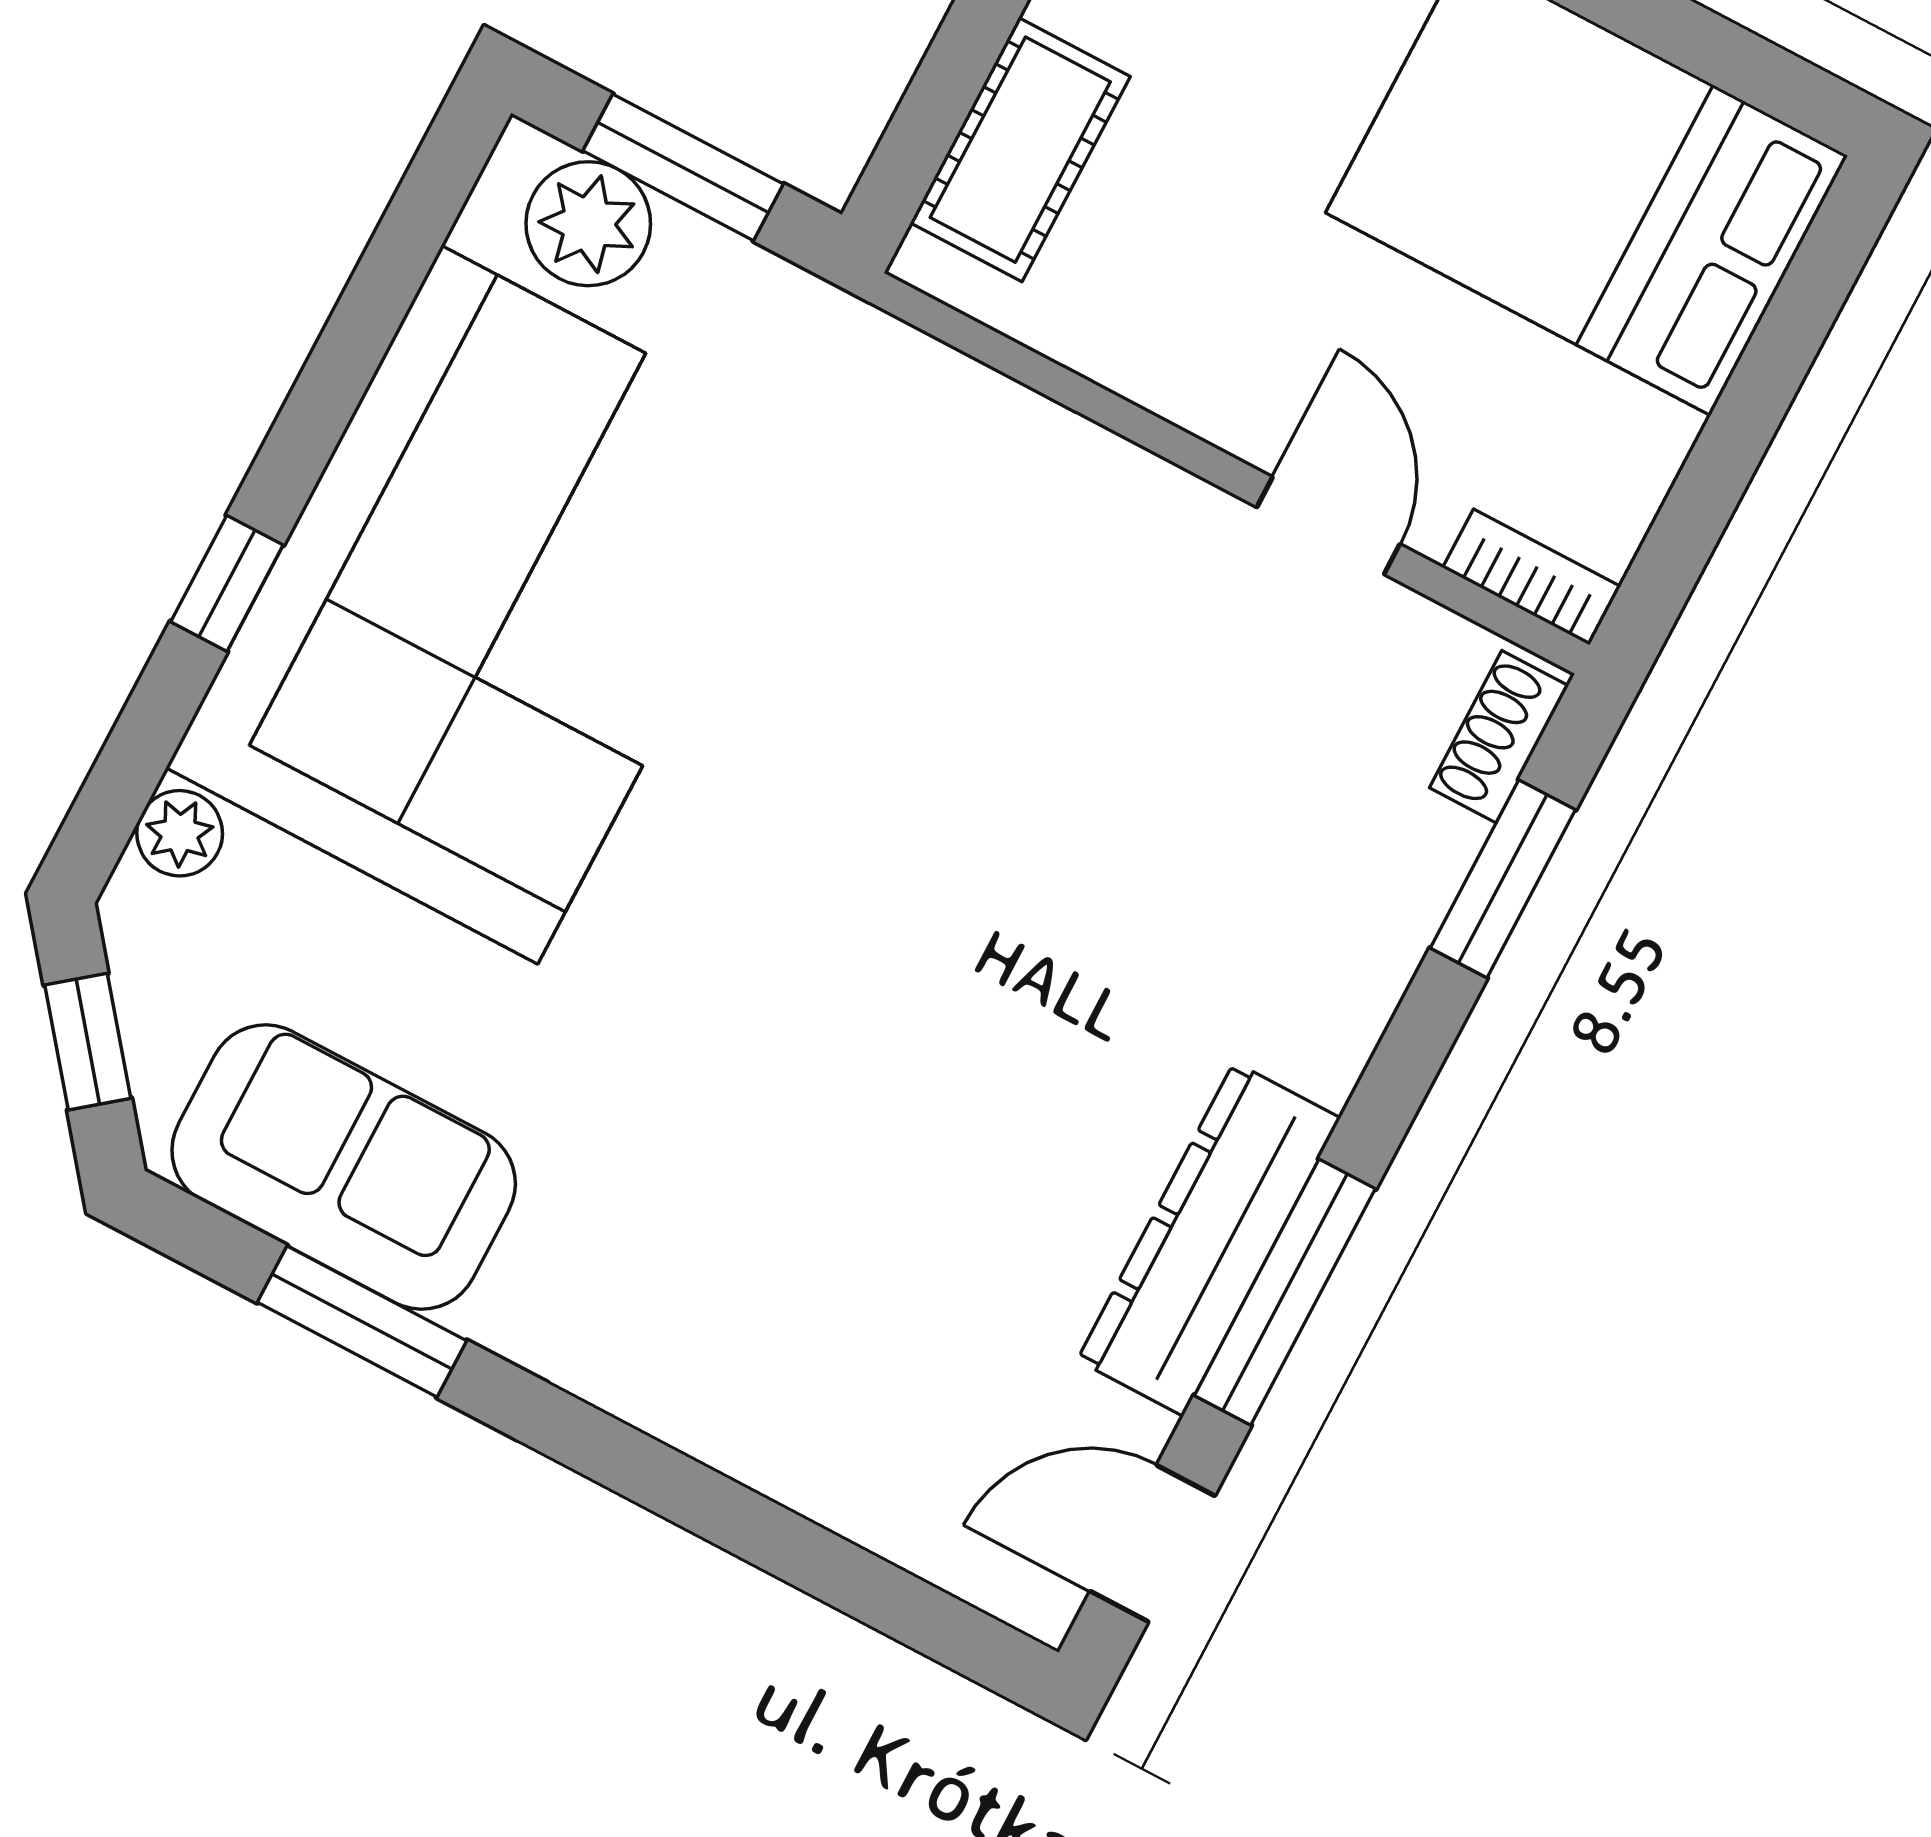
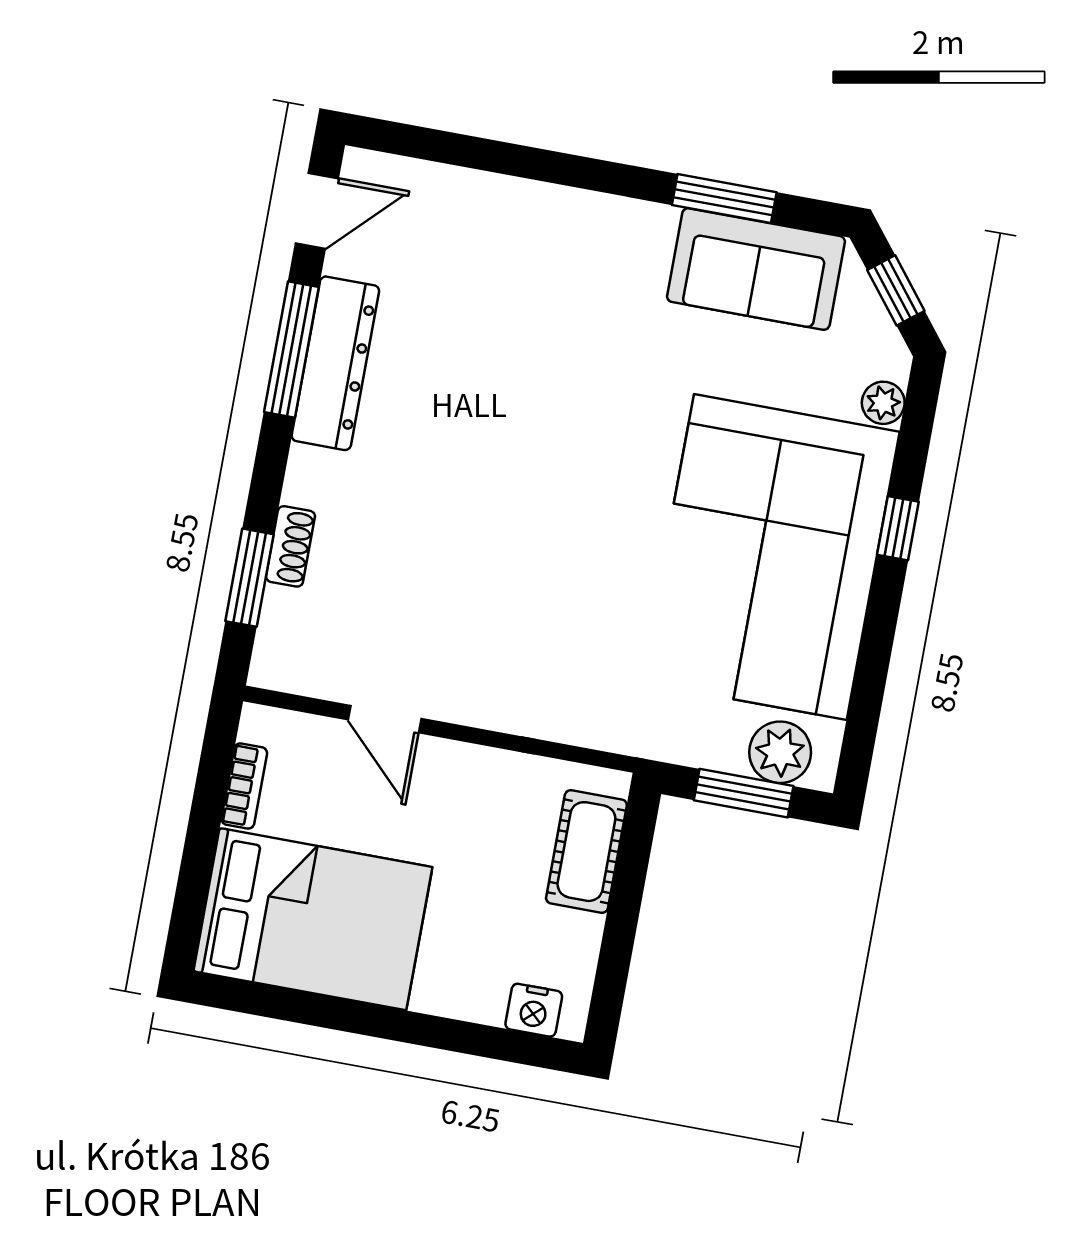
bookcase: (1532, 577) -> (244, 786), moved, turned -90
shoe rack: (1499, 737) -> (290, 546), moved

